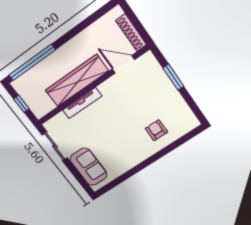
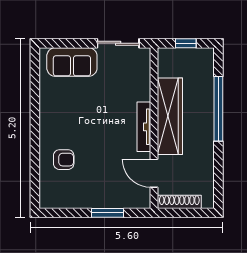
window: (32, 63) -> (218, 109), moved
door: (123, 64) -> (154, 173), swing flipped
tv unit: (82, 103) -> (144, 127), moved

